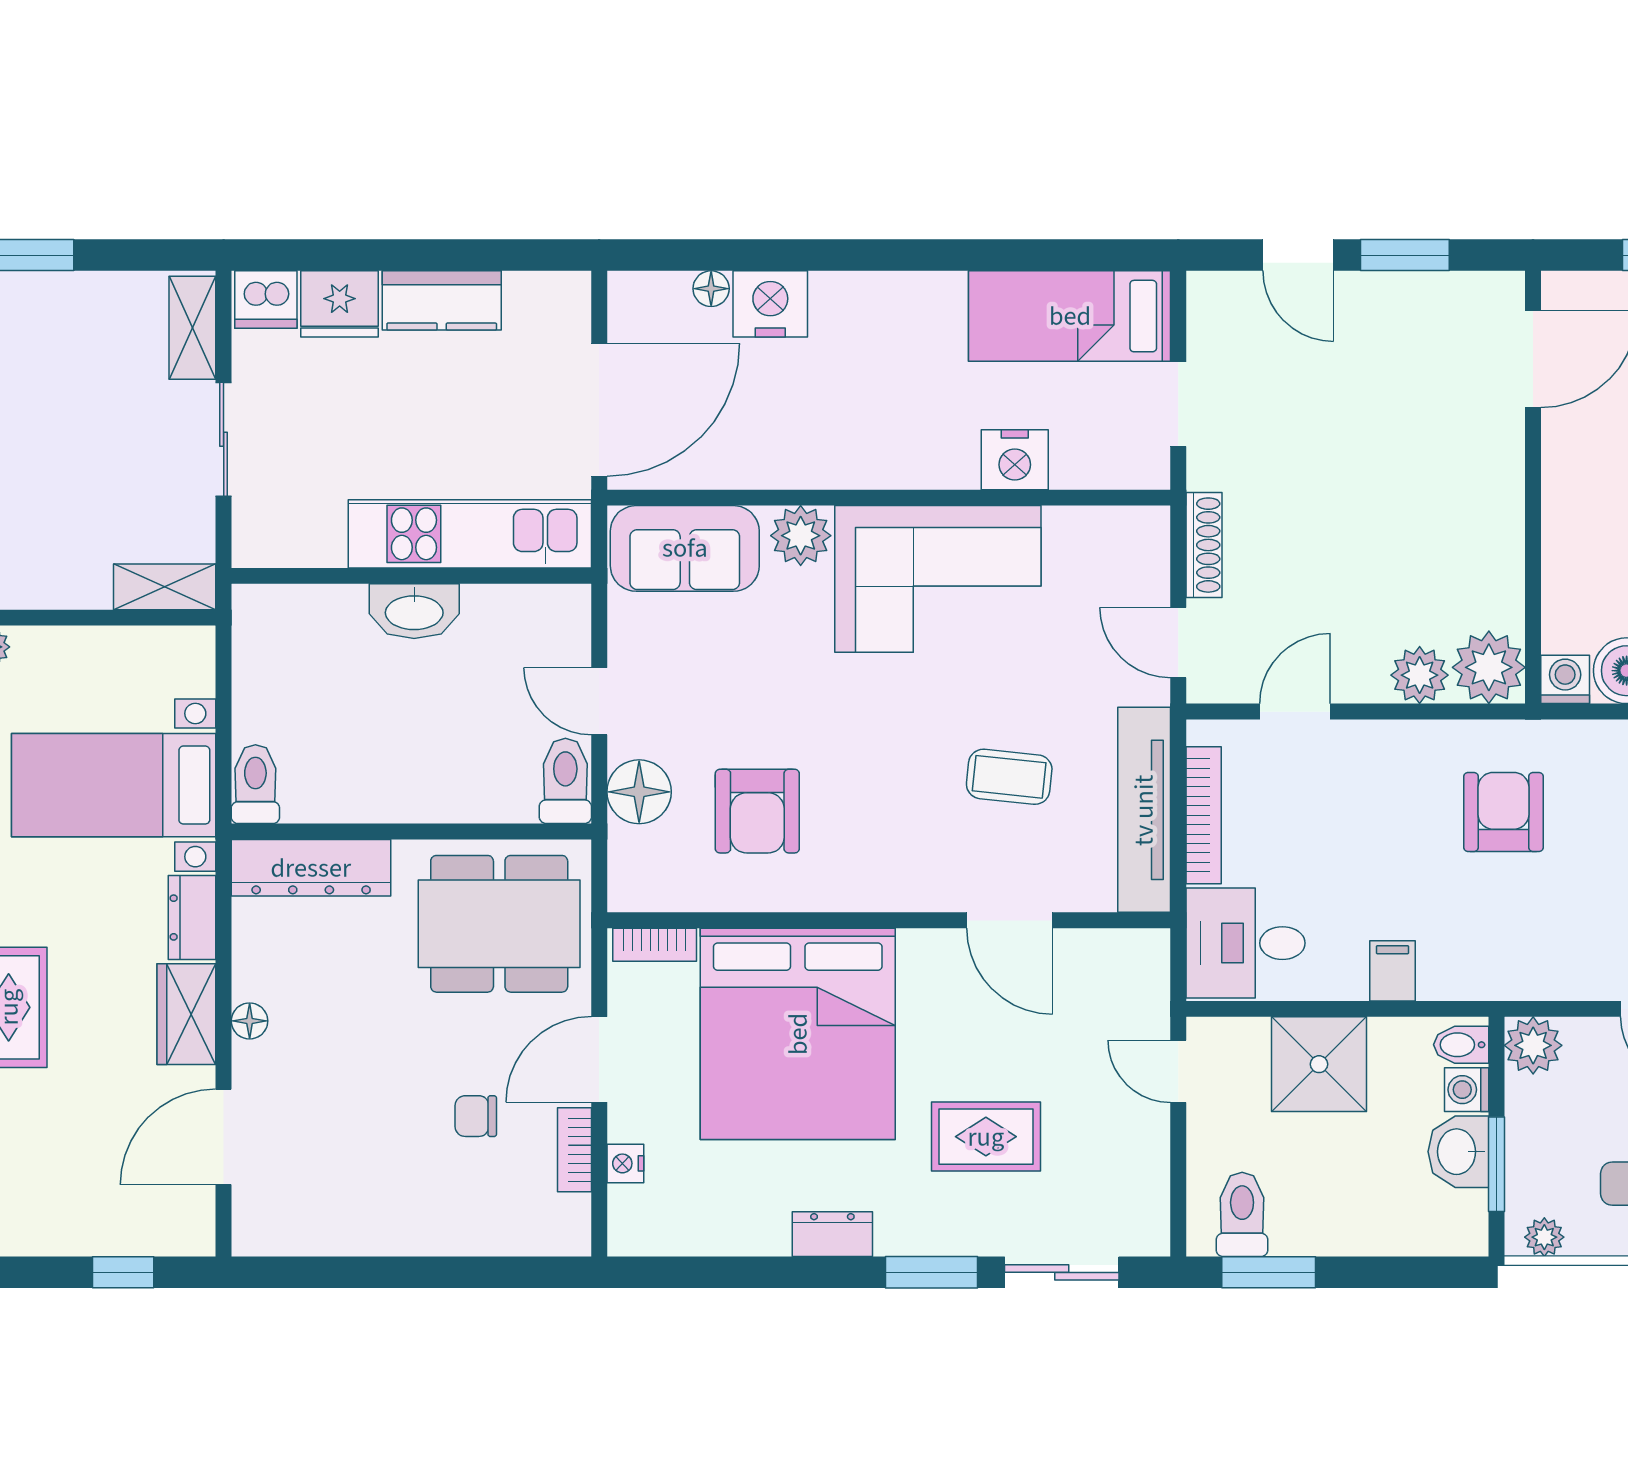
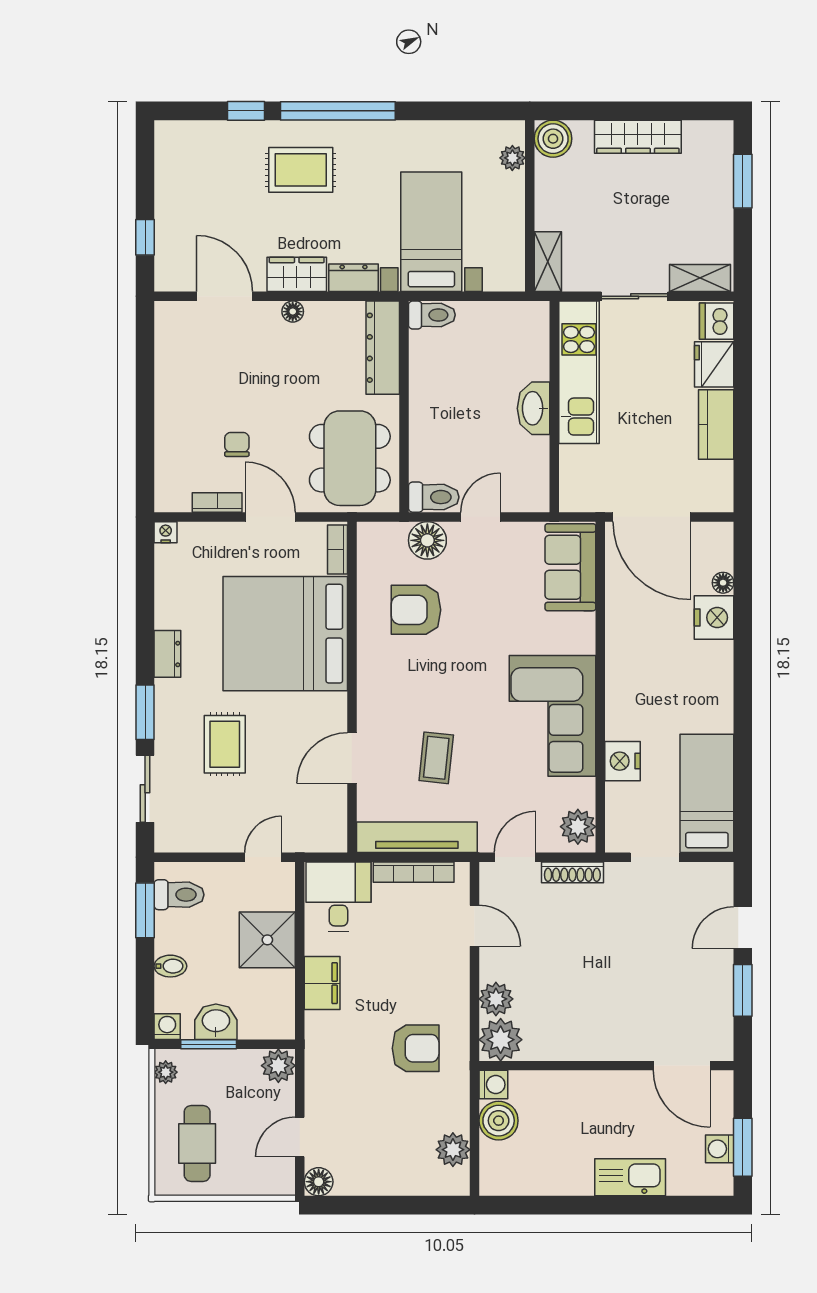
kitchen unit: (470, 534) -> (579, 372), moved
plant: (801, 536) -> (578, 827), moved
filing cabinet: (1393, 971) -> (322, 983), width x2.00
bidet: (1461, 1045) -> (170, 966), moved, turned 90
washing machine: (1467, 1090) -> (167, 1027), moved
nightstand: (625, 1163) -> (166, 532), moved

